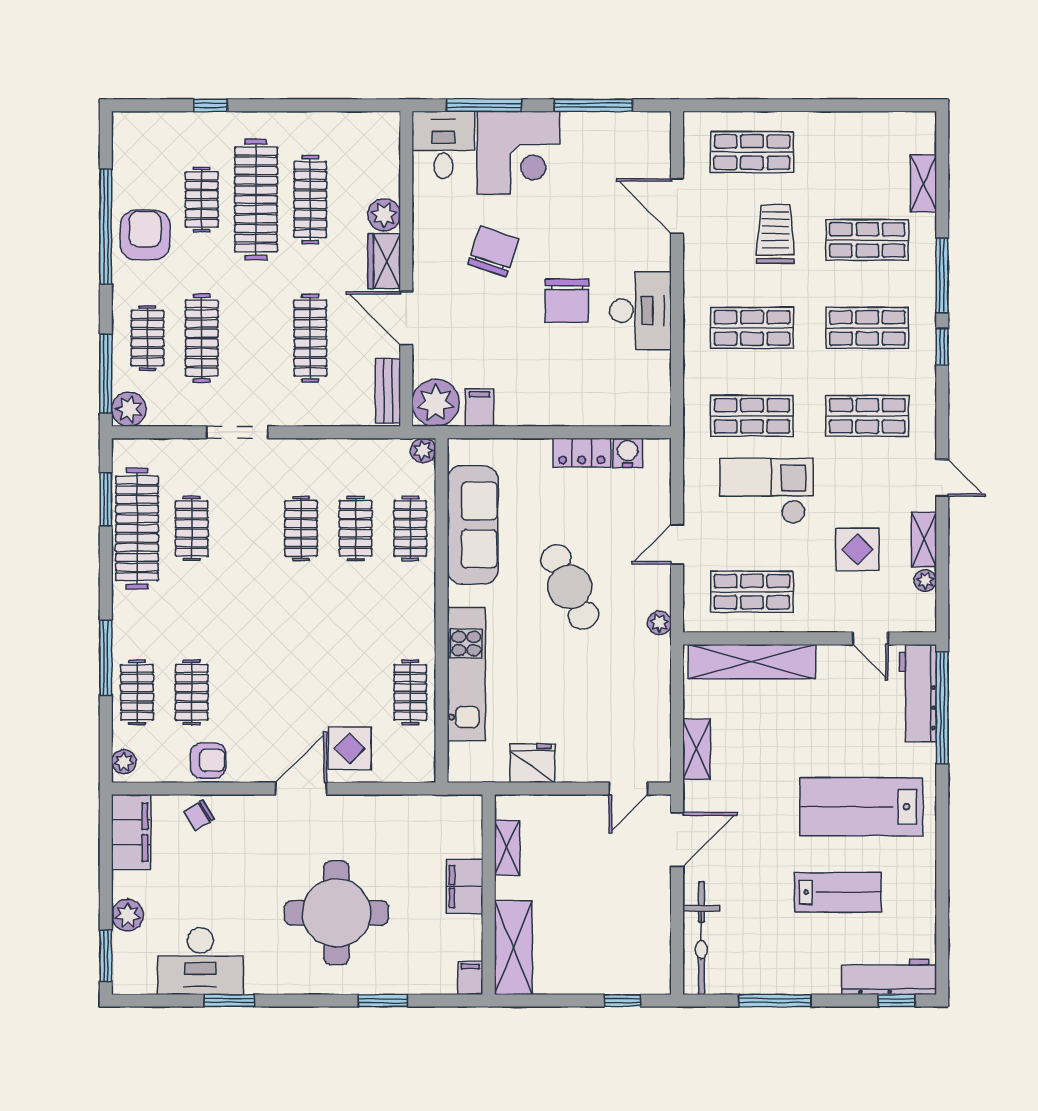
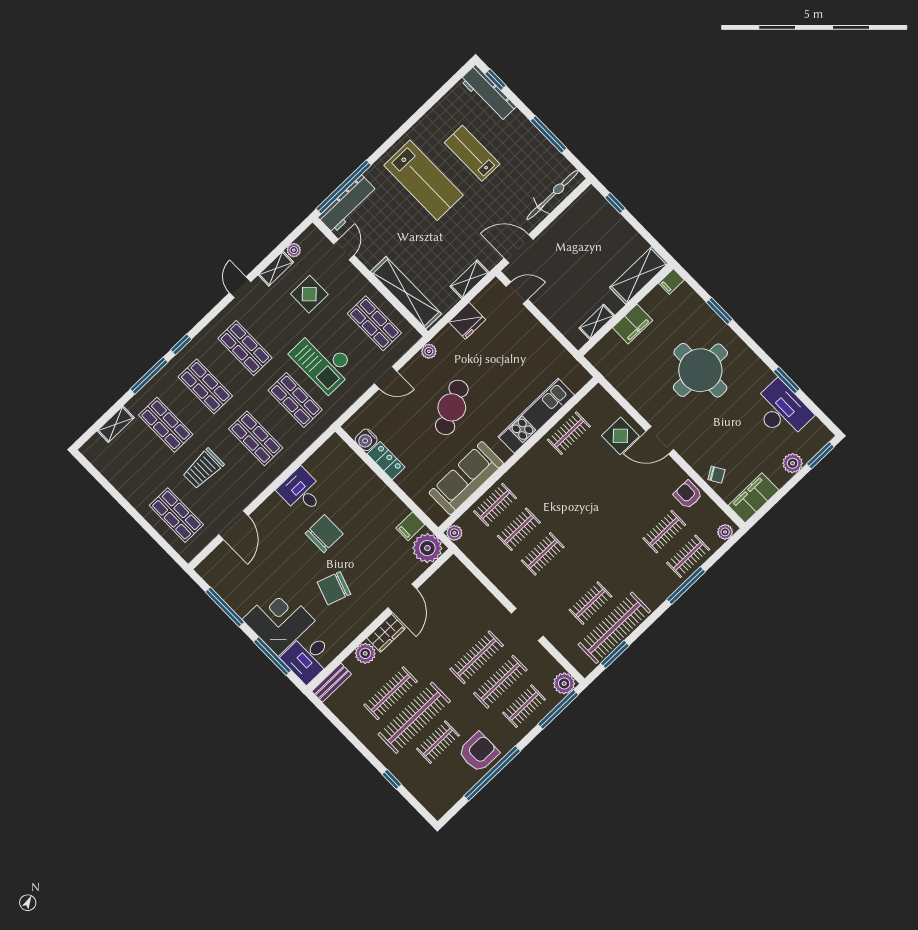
armchair: (145, 235) -> (479, 752), turned 180
desk: (640, 311) -> (301, 491), width x0.73
clothes rail: (310, 338) -> (477, 657), moved
bench: (388, 391) -> (332, 683), moved
fridge: (532, 763) -> (467, 321), moved, turned -90

